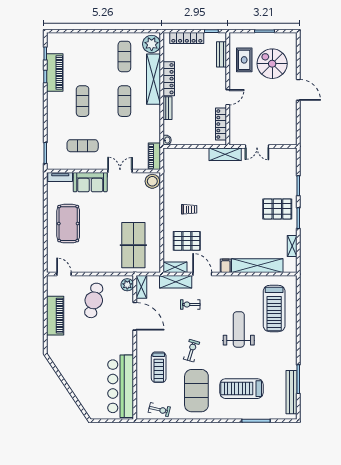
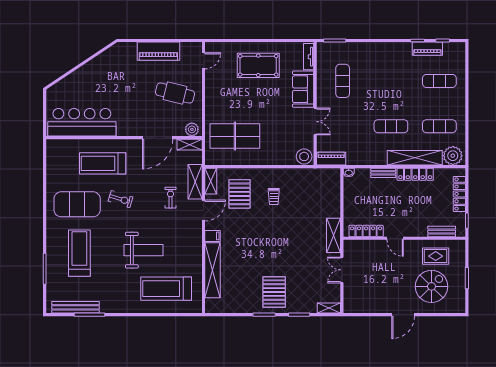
piano: (55, 73) -> (427, 49), width x0.73, depth x0.75
exercise mat: (83, 101) -> (439, 81), moved
shelving: (292, 246) -> (329, 308), moved
treadmill: (159, 367) -> (103, 163), width x1.37, depth x1.38
exercise bike: (159, 410) -> (57, 164), removed

